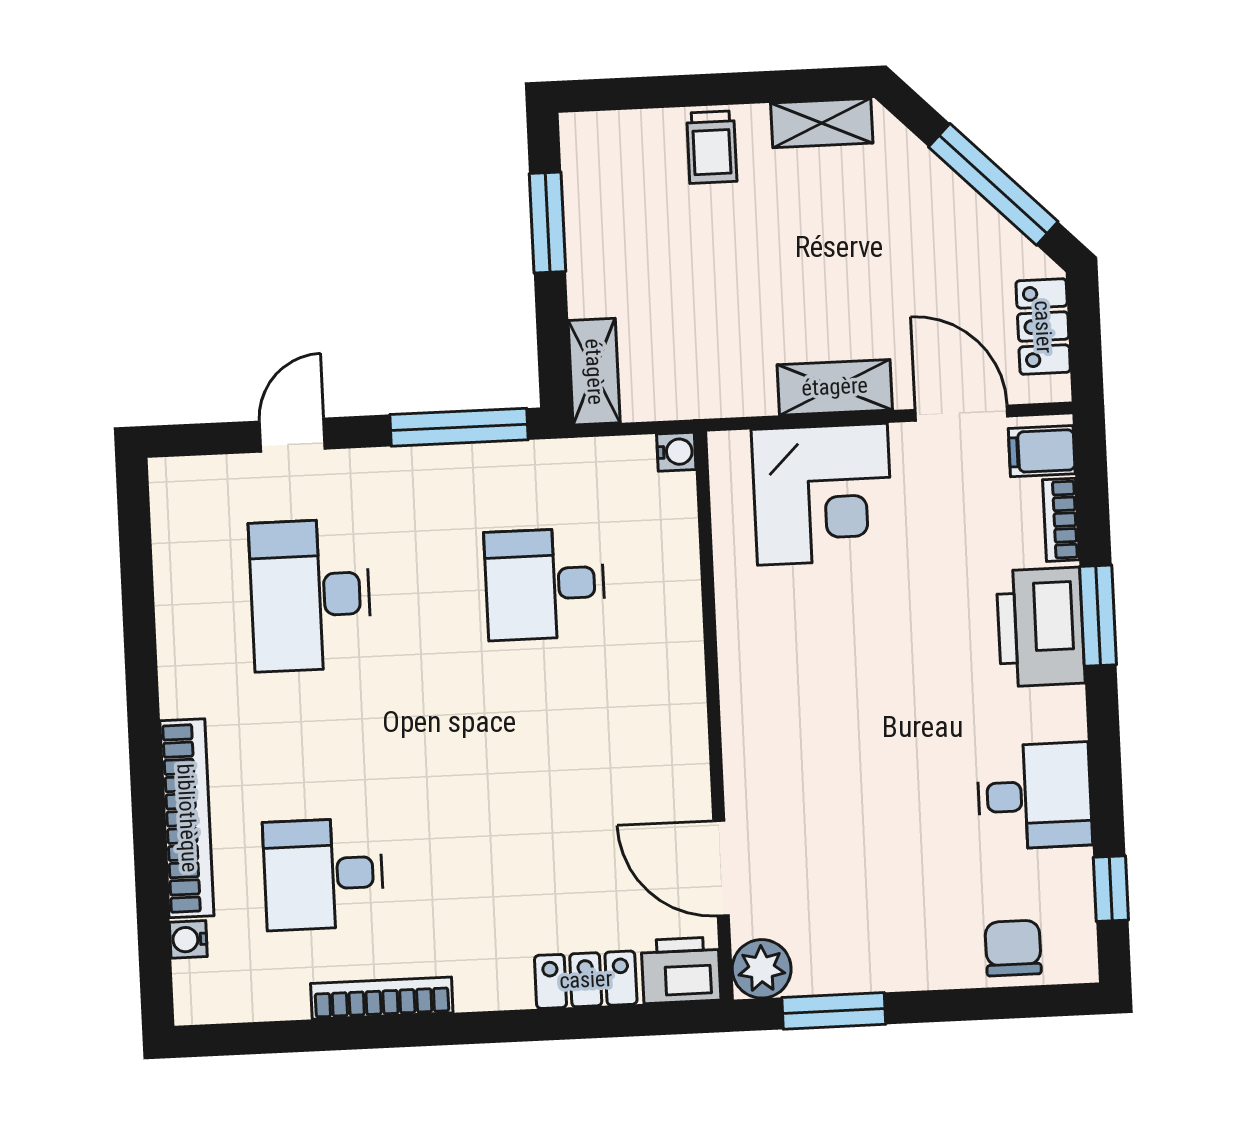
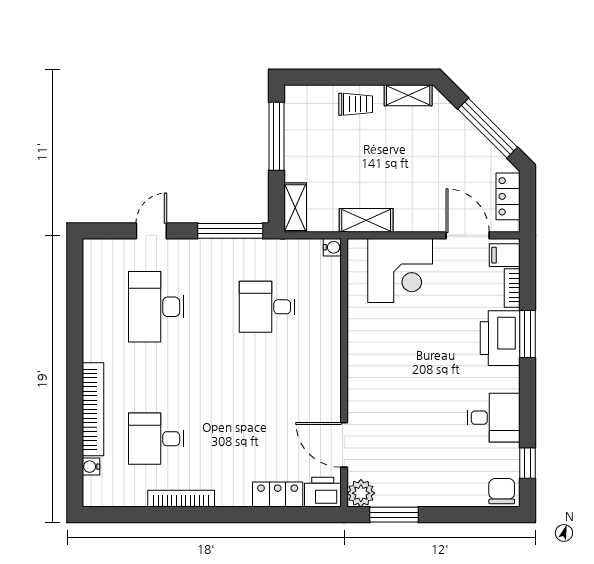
trolley: (712, 147) -> (356, 104), turned -90
window: (548, 223) -> (276, 136), width x1.44
shelving: (835, 387) -> (366, 220), moved
chair: (1013, 948) -> (502, 491), moved

